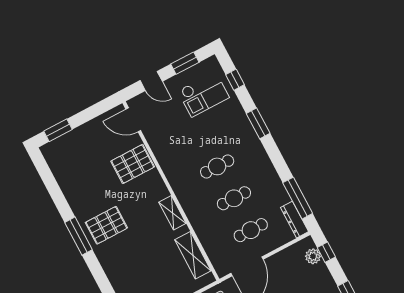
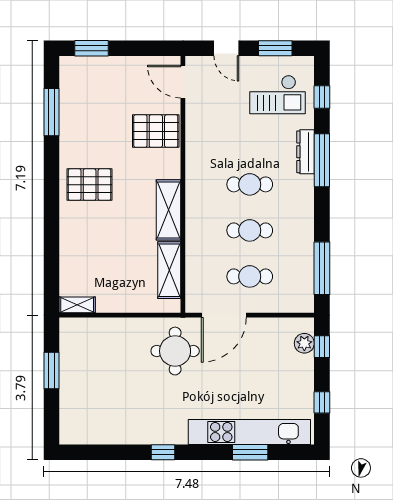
window: (258, 123) -> (322, 160), width x1.44
shelving: (172, 213) -> (168, 210), width x1.50, depth x1.33
dresser: (295, 220) -> (306, 152), moved
window: (79, 236) -> (52, 112), moved

